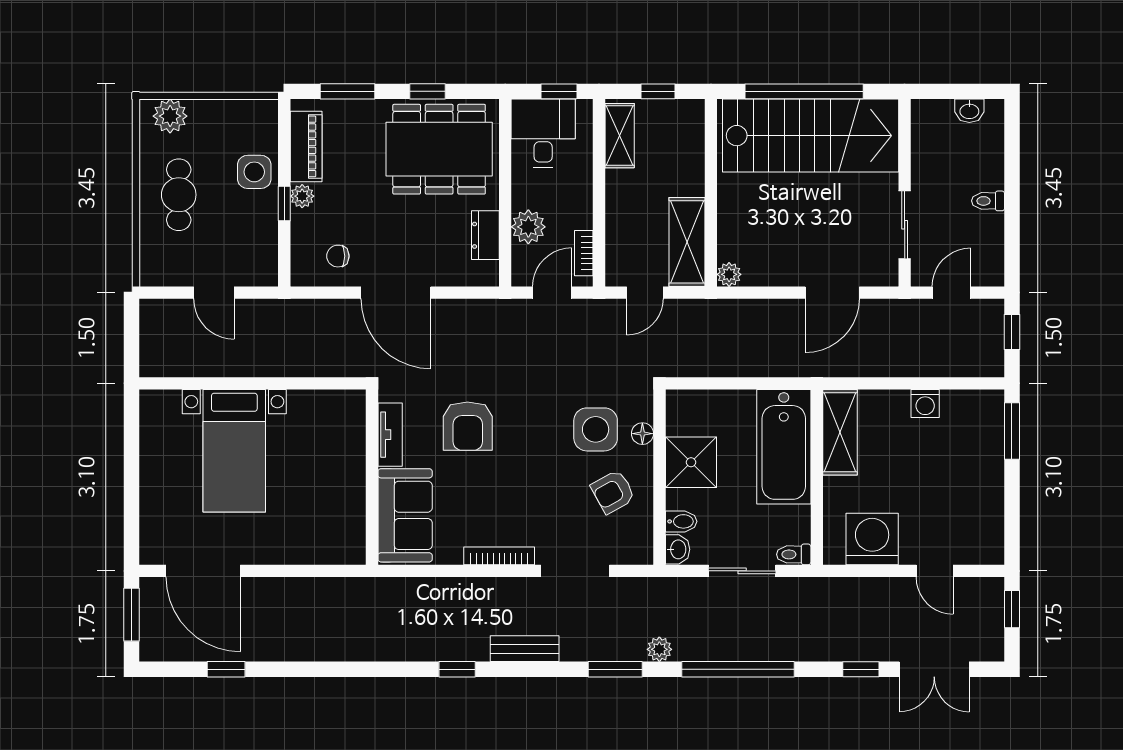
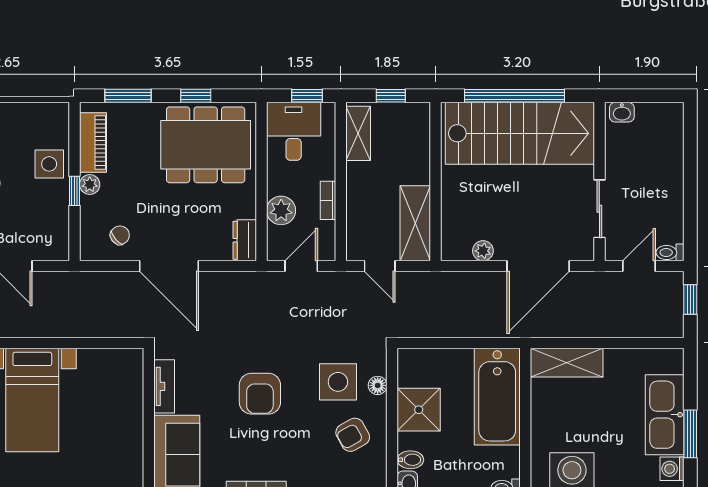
washbasin: (969, 111) -> (622, 112), moved
toilet: (988, 201) -> (670, 252), moved
dresser: (485, 235) -> (245, 240), moved
bookcase: (584, 253) -> (328, 200), moved
chair: (338, 256) -> (120, 235), turned 140
plant: (729, 274) -> (483, 251), moved
door: (645, 293) -> (380, 266), hinge flipped
door: (832, 293) -> (538, 266), width x1.36
washing machine: (925, 403) -> (672, 469), moved, turned 90
armchair: (468, 426) -> (260, 394), moved
window: (1012, 431) -> (690, 434), moved
shelving: (840, 432) -> (567, 363), moved, turned 90
kitchen sink: (982, 468) -> (665, 415), added

